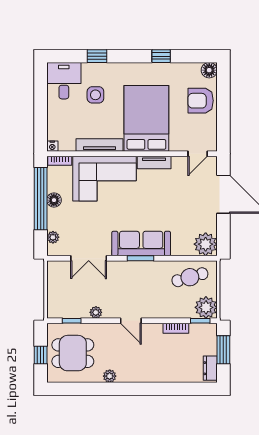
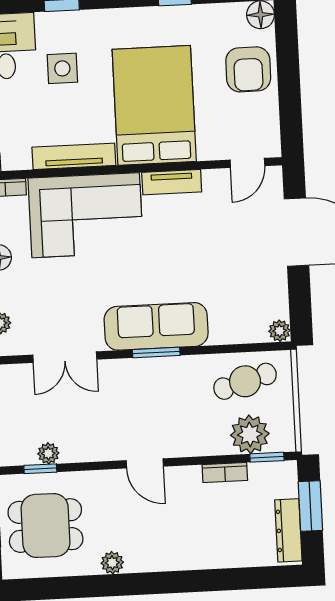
armchair: (201, 101) -> (248, 69), turned -90
plant: (206, 244) -> (280, 331), width x0.53, depth x0.53
plant: (206, 307) -> (250, 434), moved
plant: (96, 312) -> (48, 453), moved
dresser: (210, 368) -> (288, 530), width x1.44

